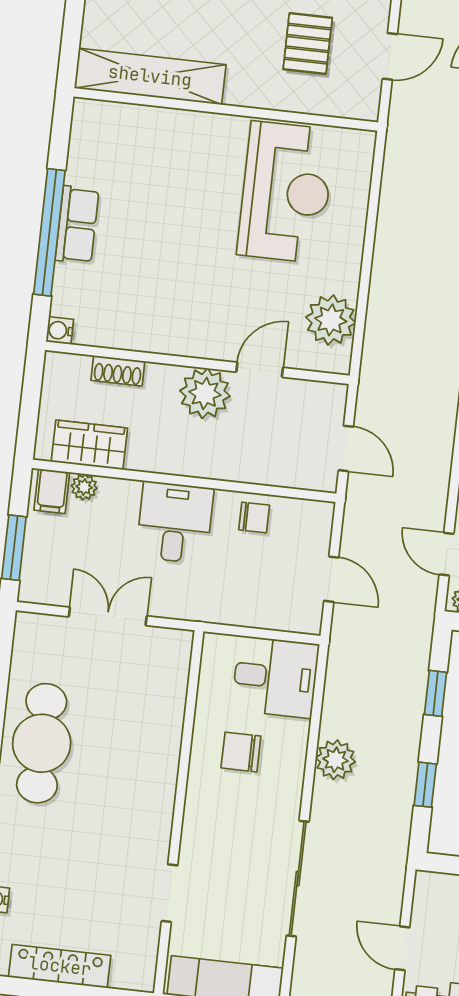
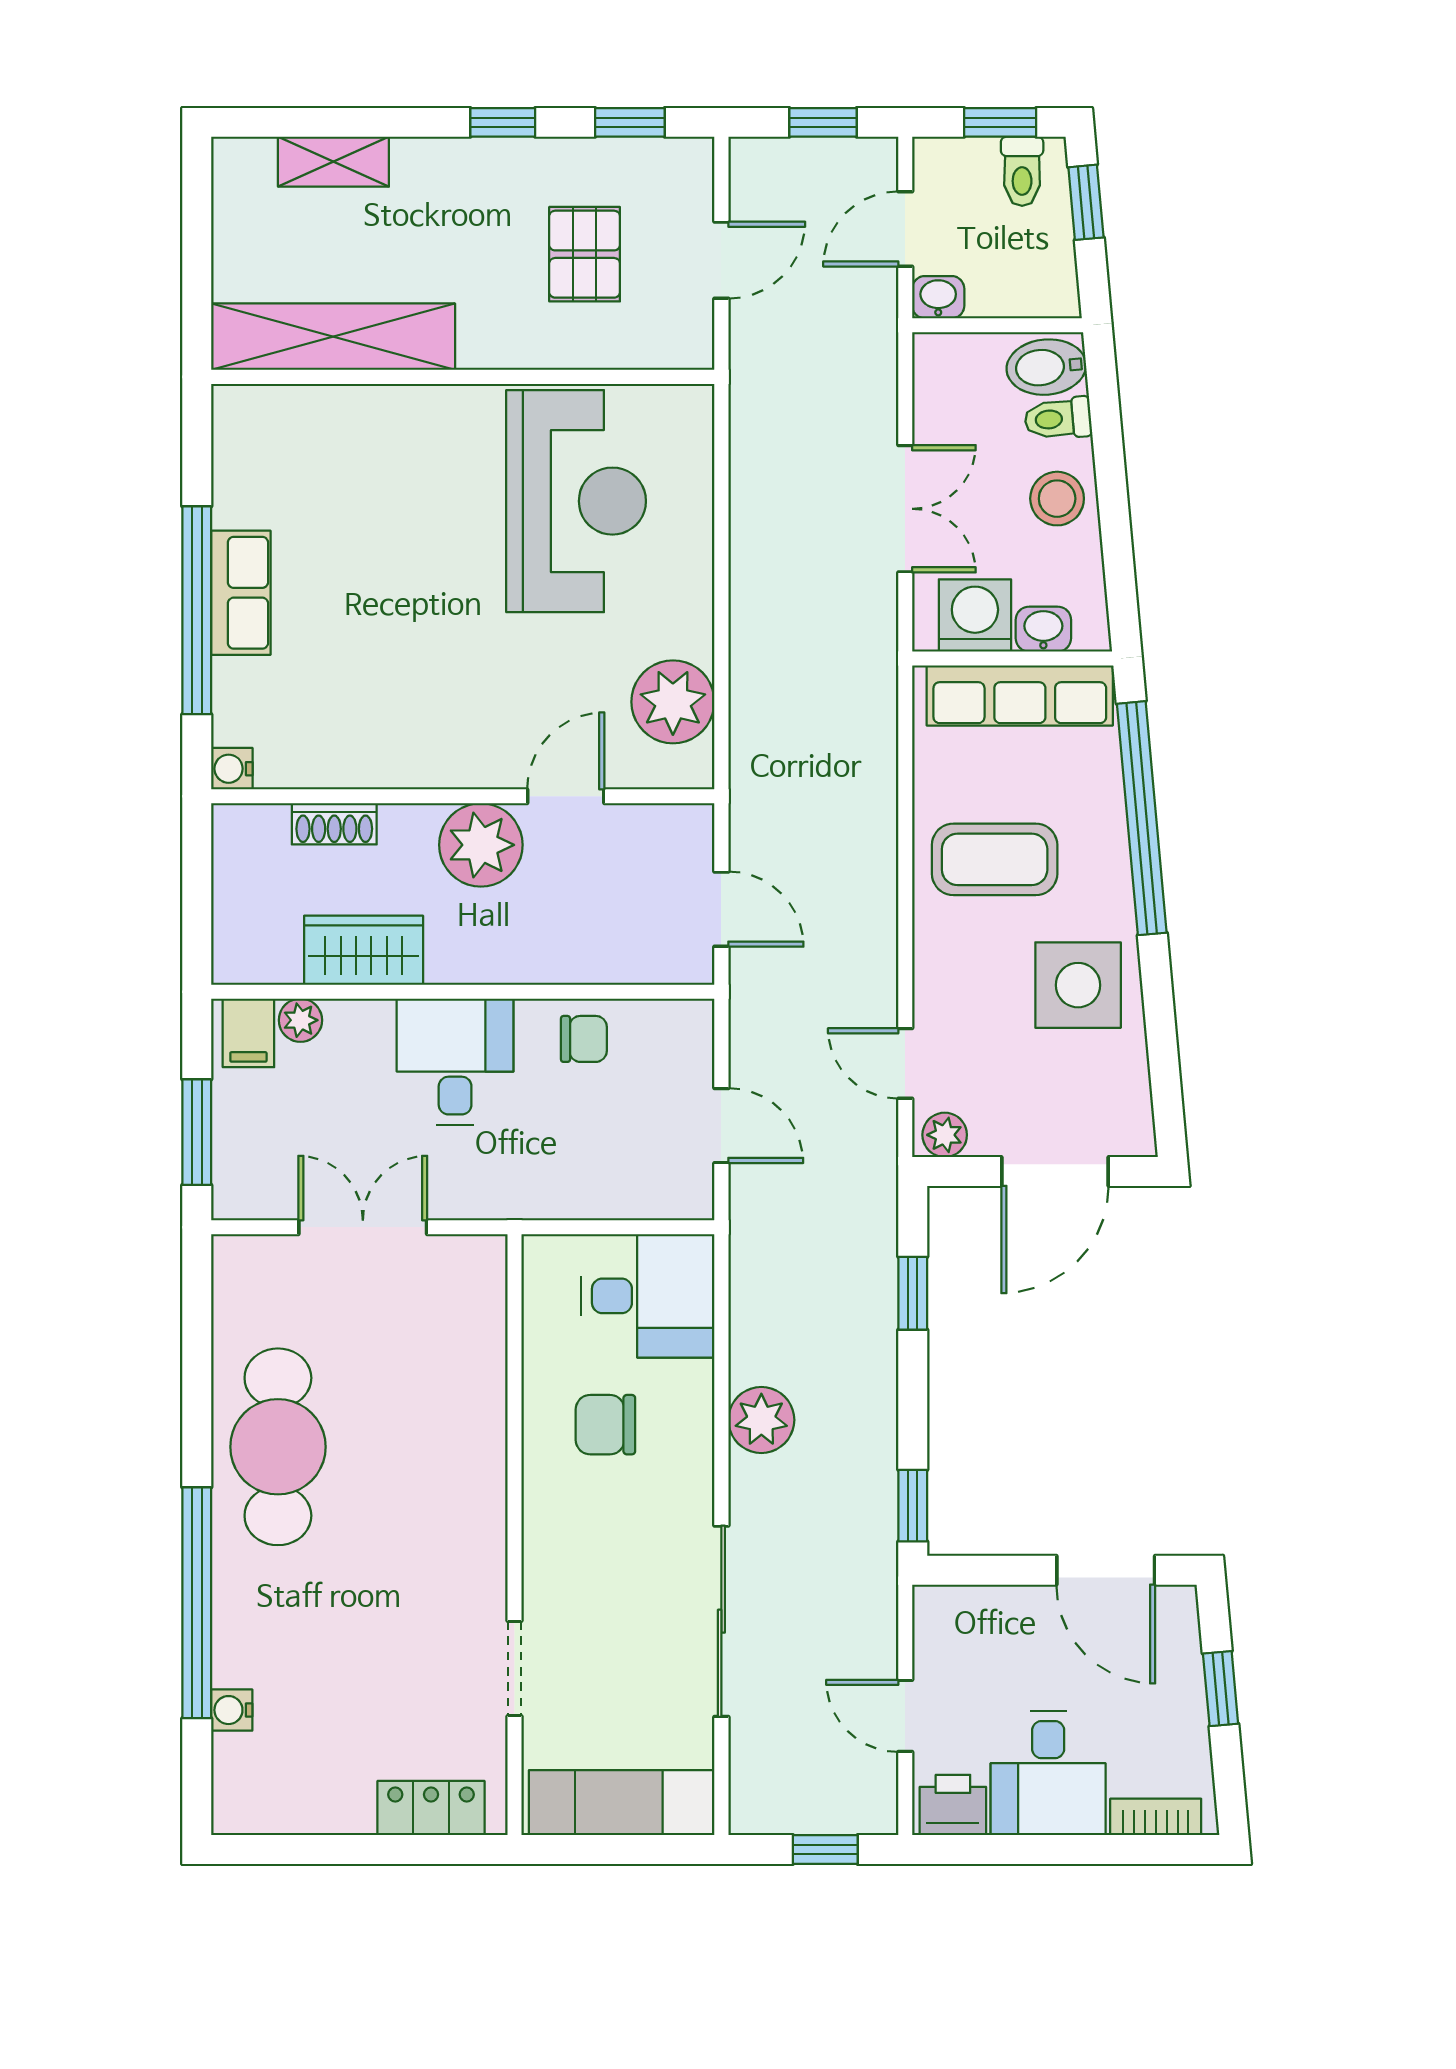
wardrobe: (89, 445) -> (364, 950), moved
window: (425, 785) -> (913, 1506), moved
locker: (60, 966) -> (431, 1808), moved, width x0.66

